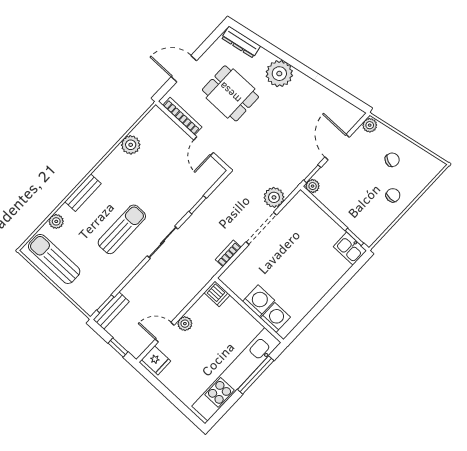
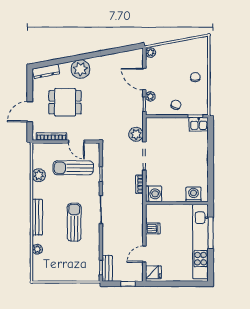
chair: (392, 160) -> (176, 105), moved
plant: (313, 186) -> (150, 96), moved
bench: (83, 193) -> (37, 217), width x1.36
sun lounger: (54, 259) -> (73, 168), moved
dishwasher: (217, 294) -> (153, 229), moved
washing machine: (259, 301) -> (153, 194), moved, turned 90
plant: (185, 324) -> (151, 240), removed

